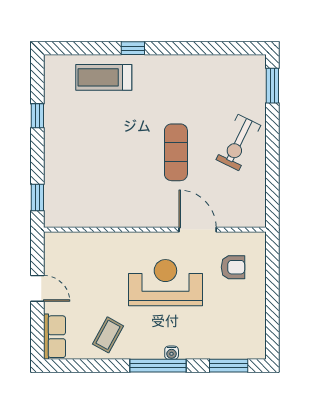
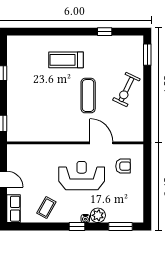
window: (133, 48) -> (105, 32), moved
treadmill: (104, 77) -> (66, 60), moved
plant: (192, 347) -> (98, 215), added
window: (158, 366) -> (77, 226), width x0.46

